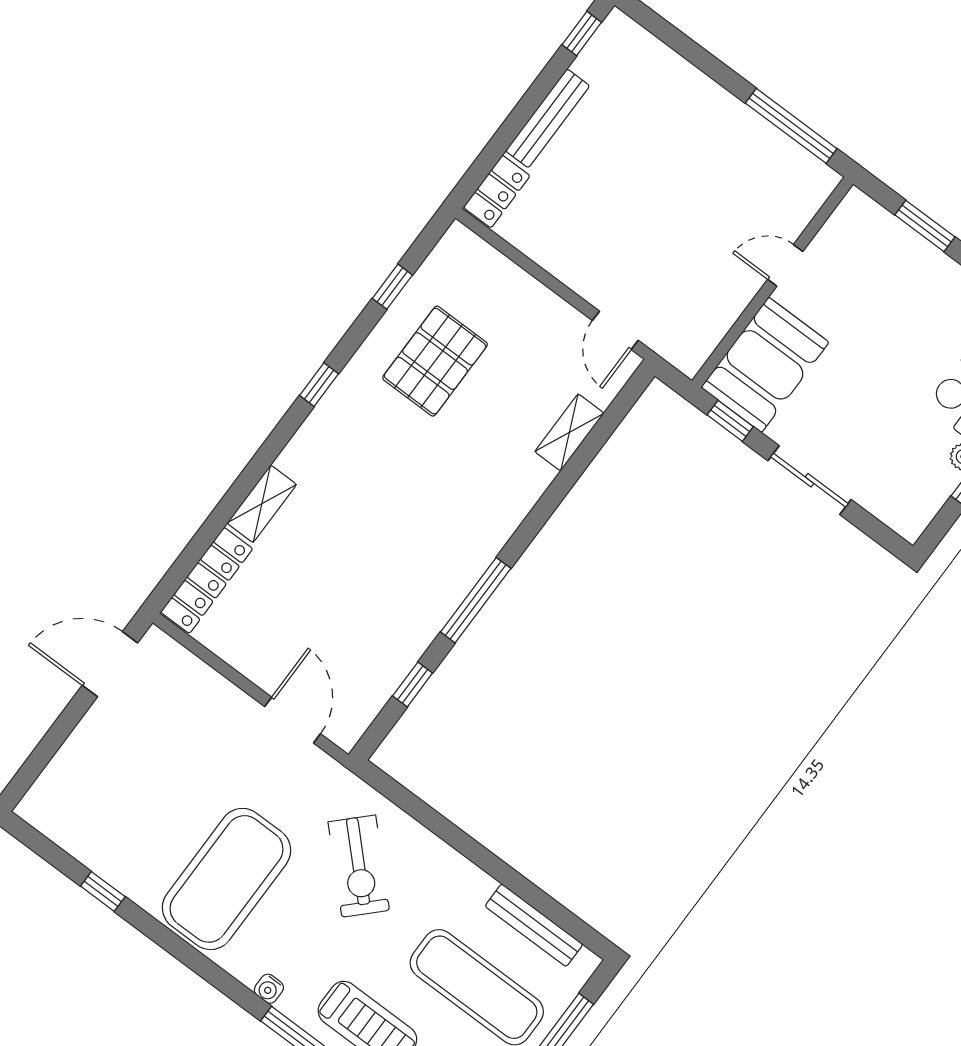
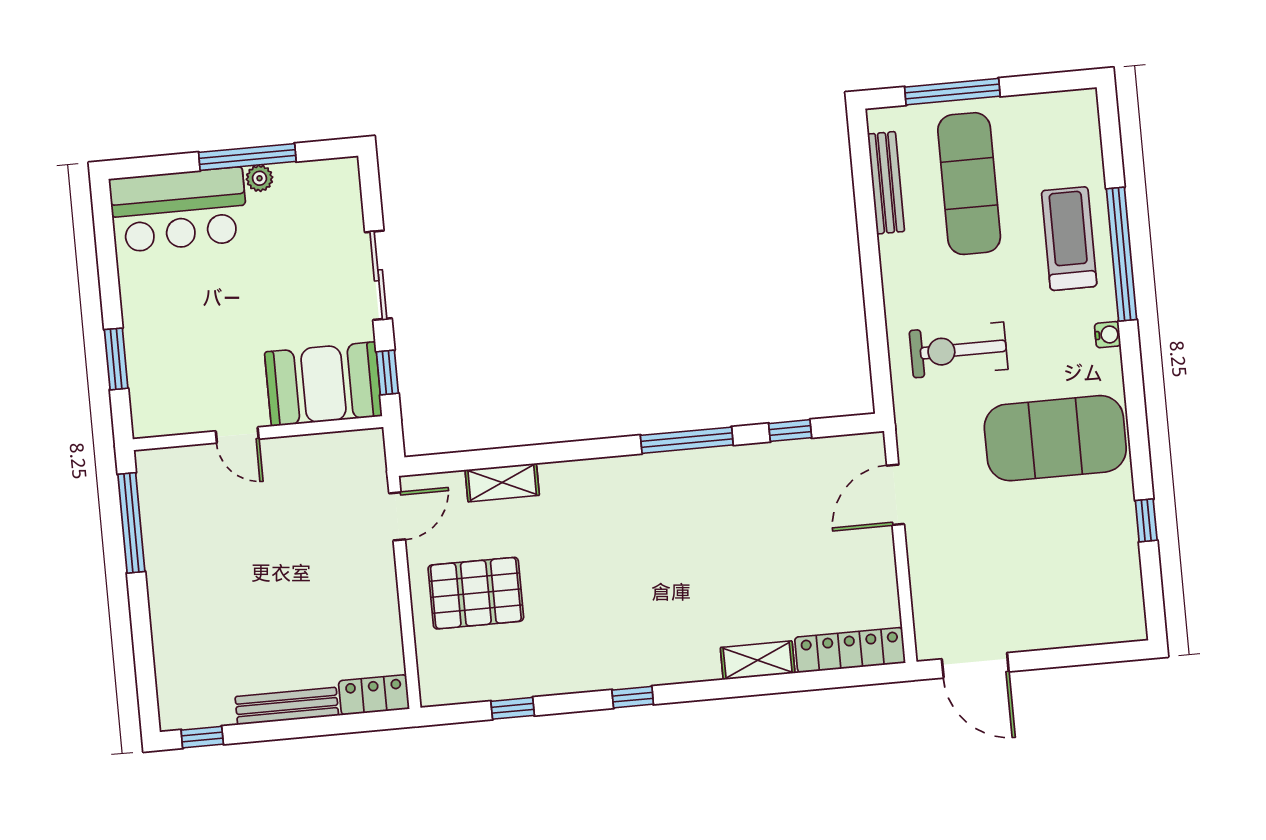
pallet: (435, 361) -> (476, 593), moved
exercise bike: (359, 866) -> (959, 350), turned -135

